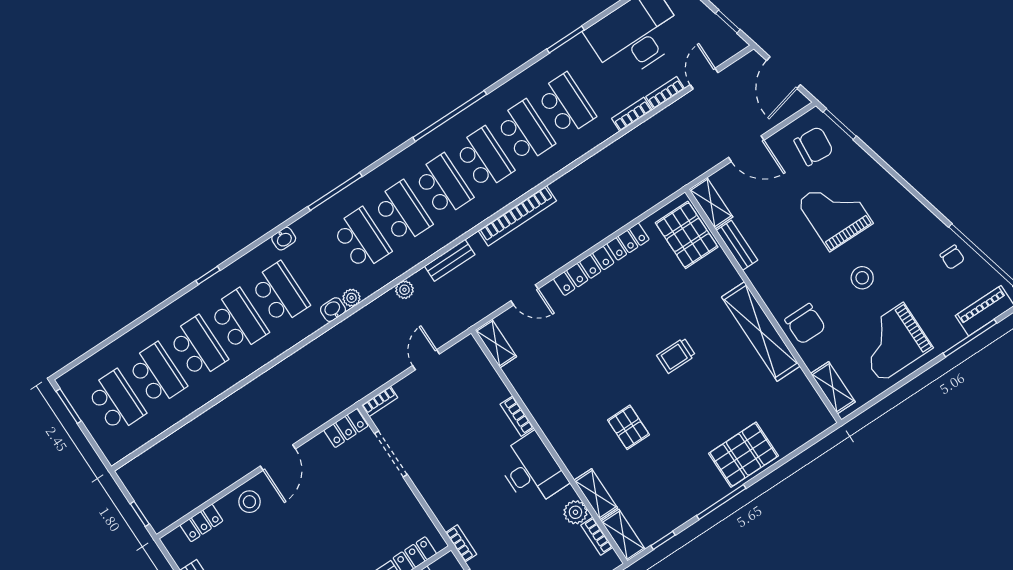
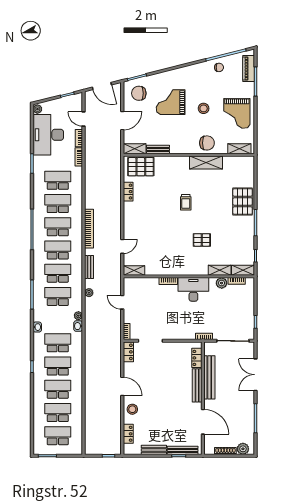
chair: (814, 146) -> (139, 93), turned -95
locker: (584, 271) -> (128, 217), removed
shelving: (761, 331) -> (206, 163), width x0.68

